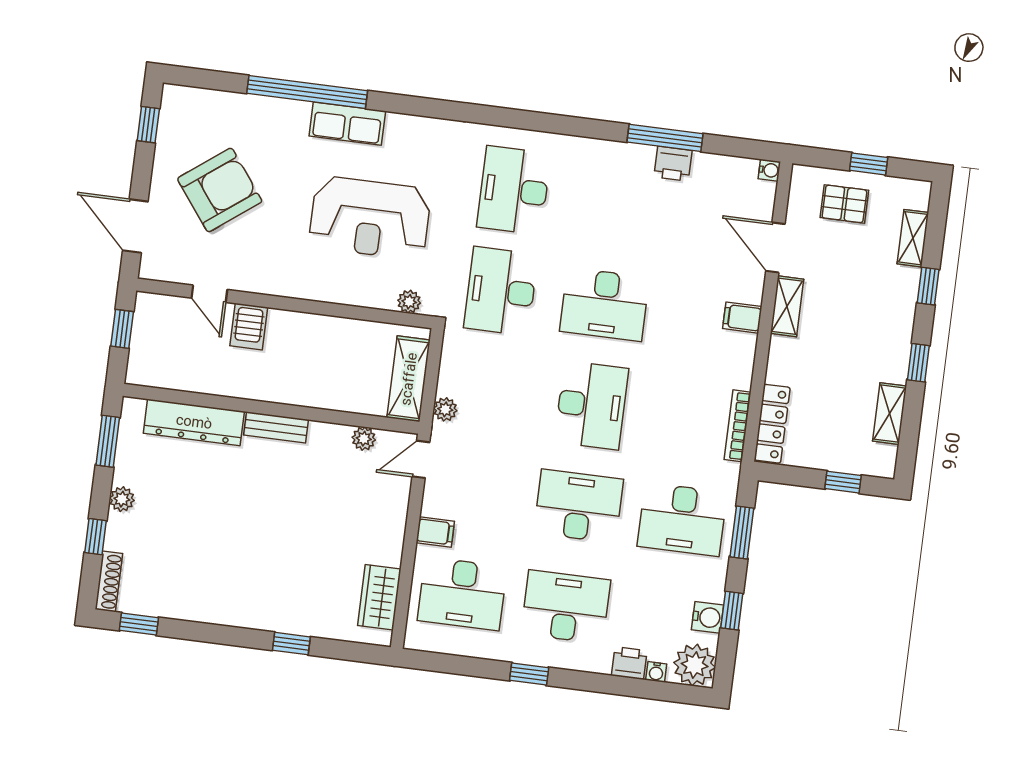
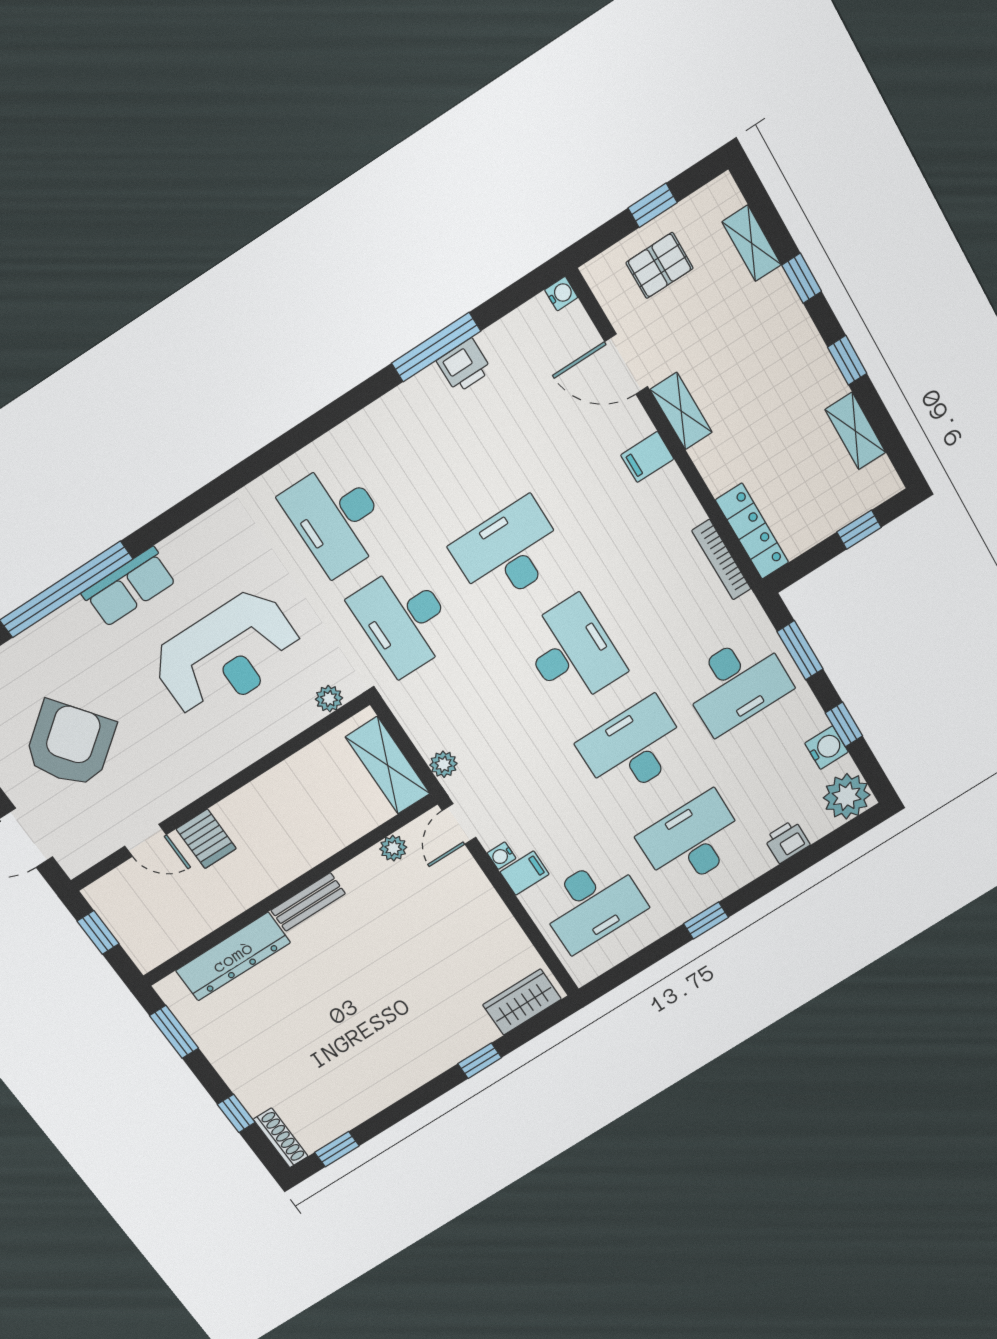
desk: (604, 304) -> (509, 552), turned 180
plant: (122, 499) -> (230, 1067), removed
wardrobe: (379, 597) -> (522, 1002), moved, turned 90
water cooler: (656, 672) -> (502, 856), moved, turned 90

